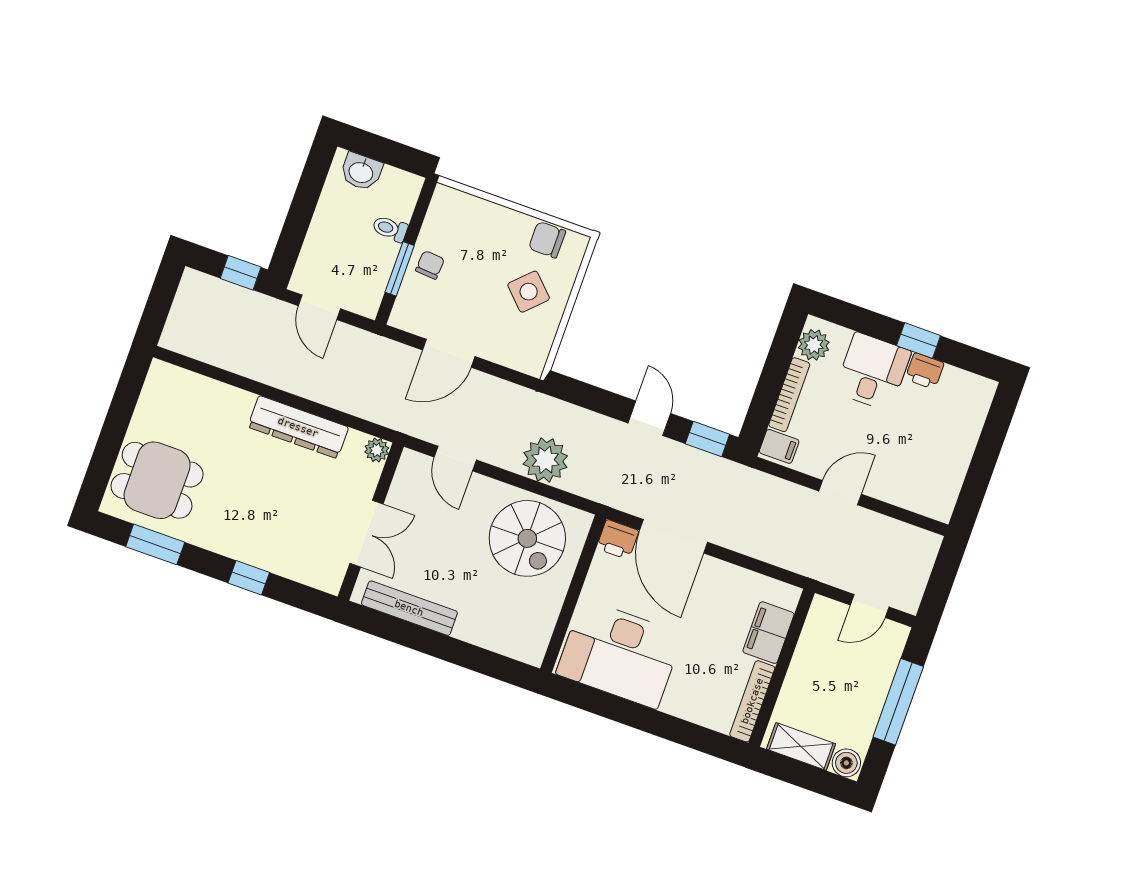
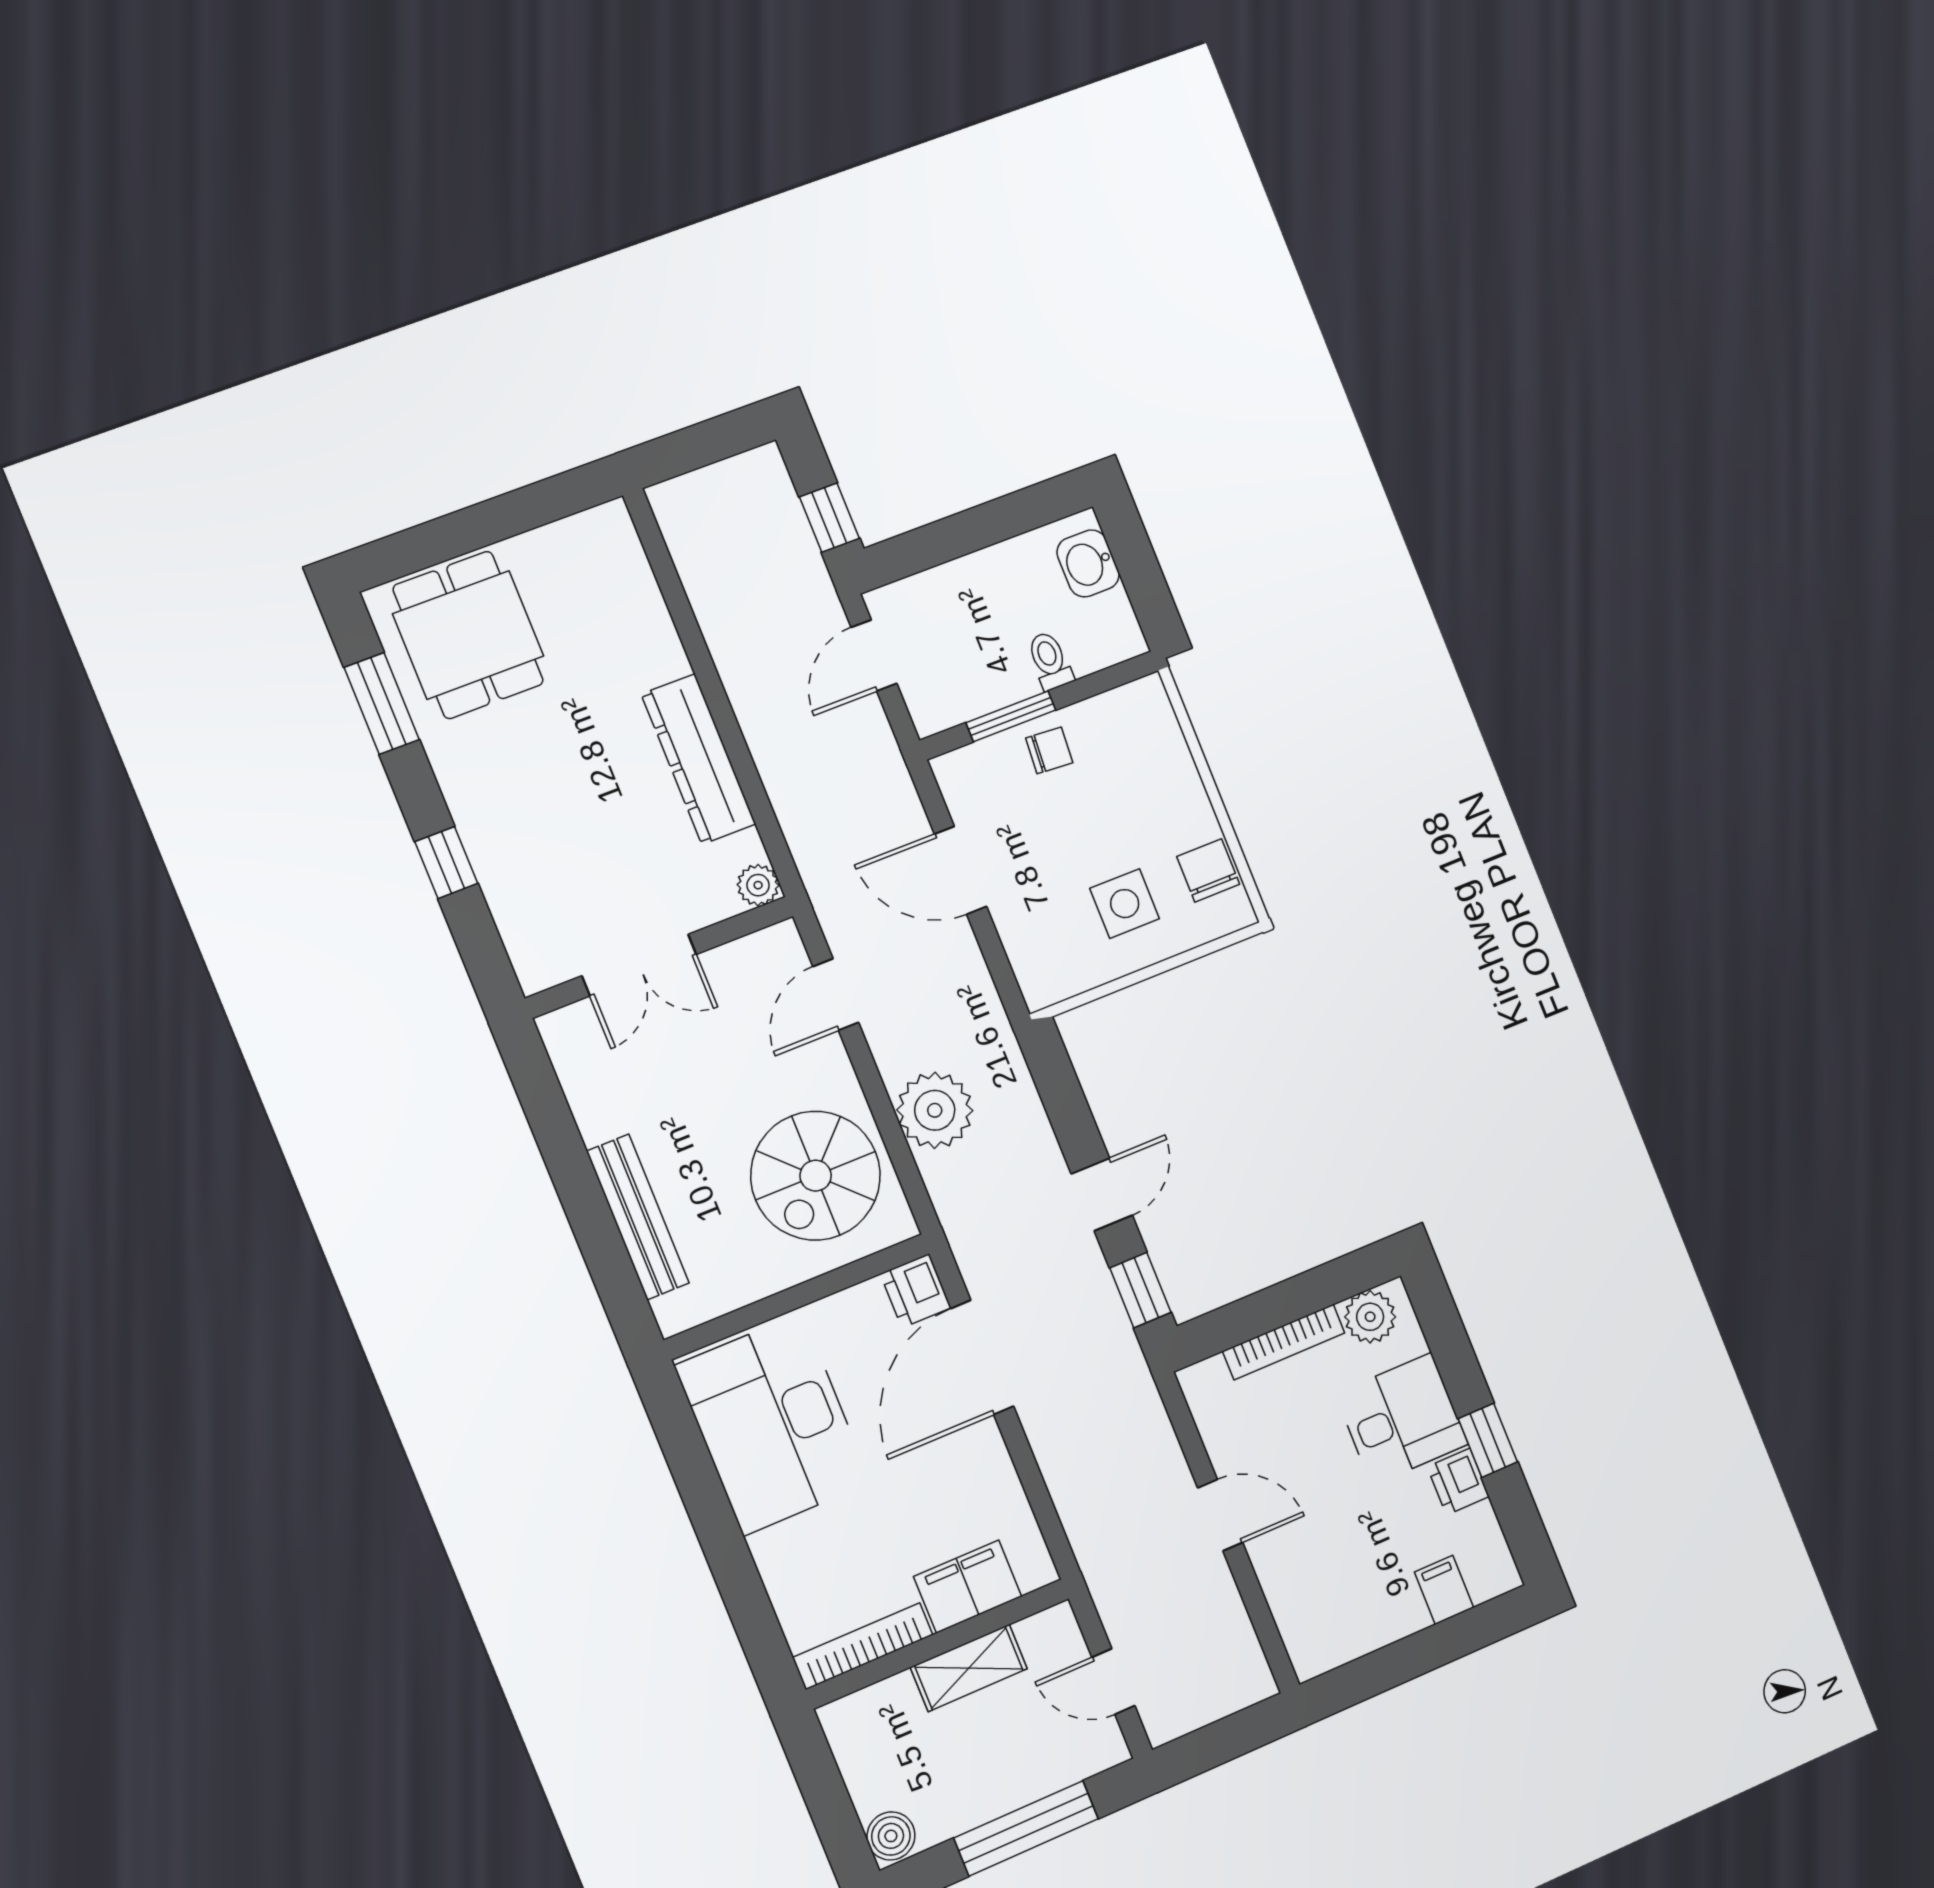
side table: (529, 292) -> (1125, 904), turned 45
filing cabinet: (779, 446) -> (1444, 1590), moved, turned 180
bench: (409, 608) -> (638, 1217), moved
shelving: (801, 746) -> (969, 1668), moved, turned 90

